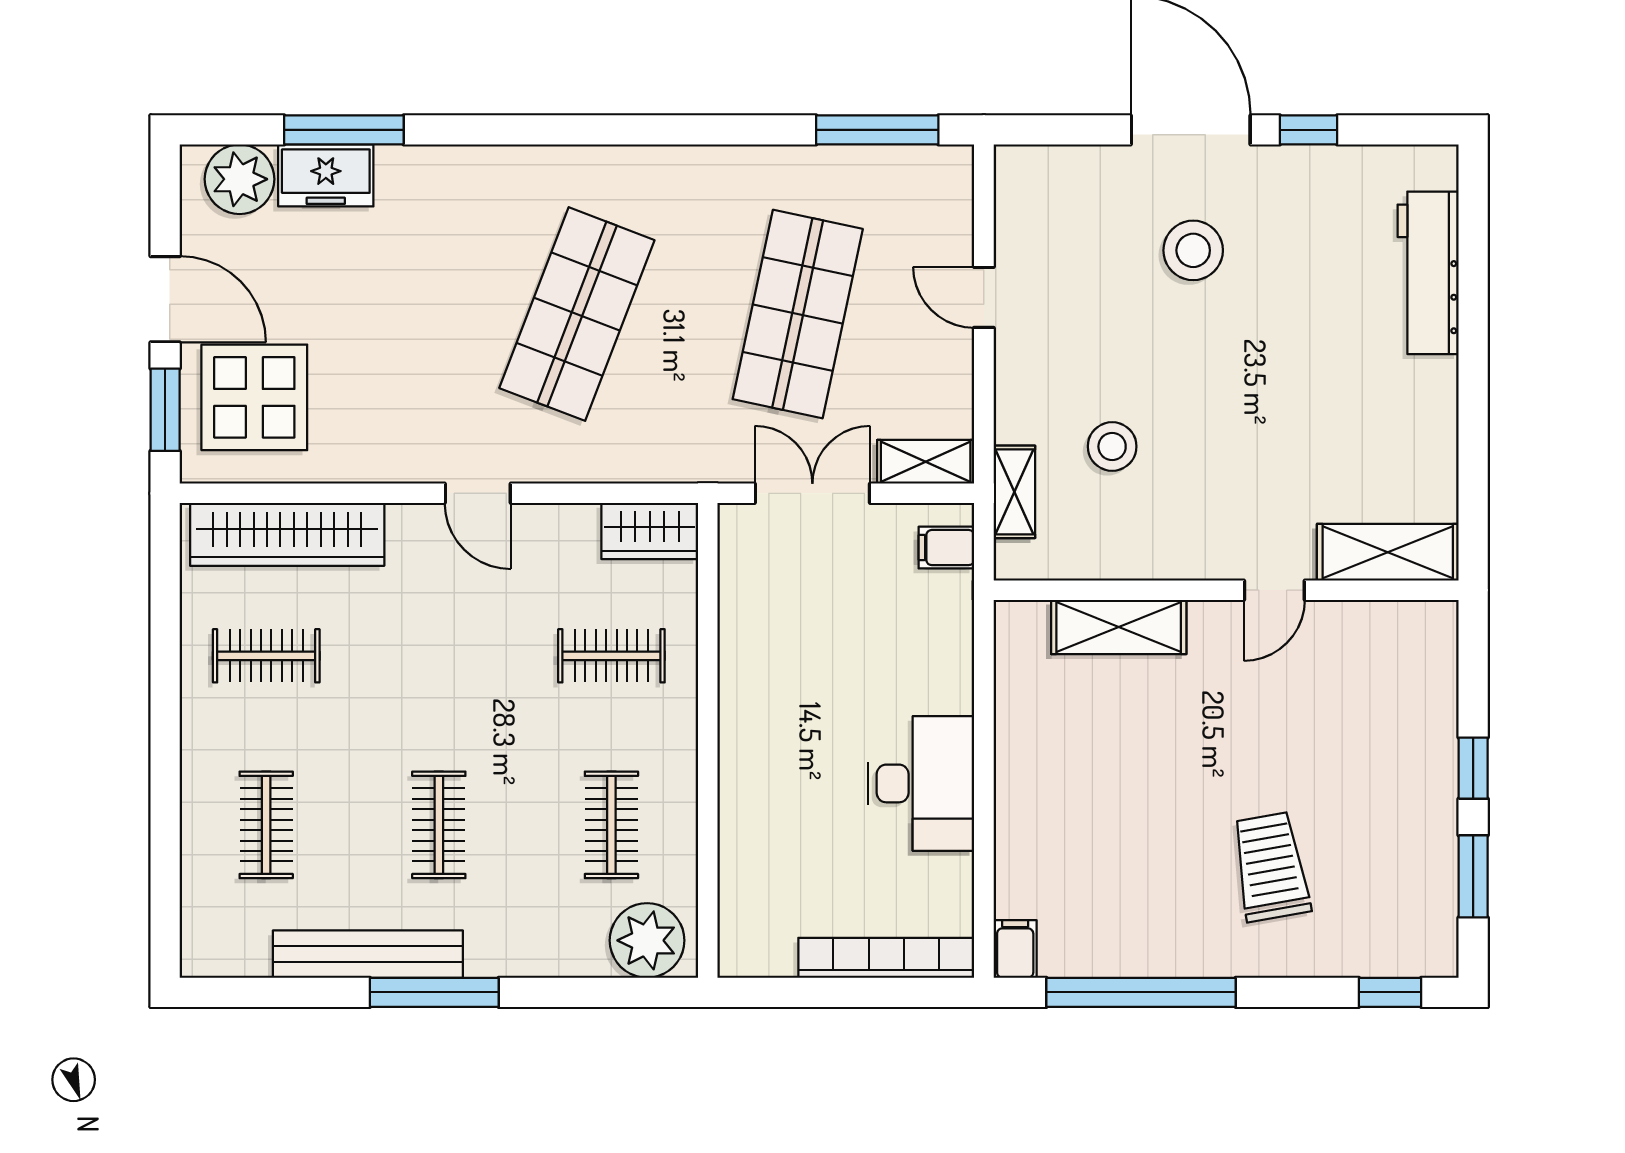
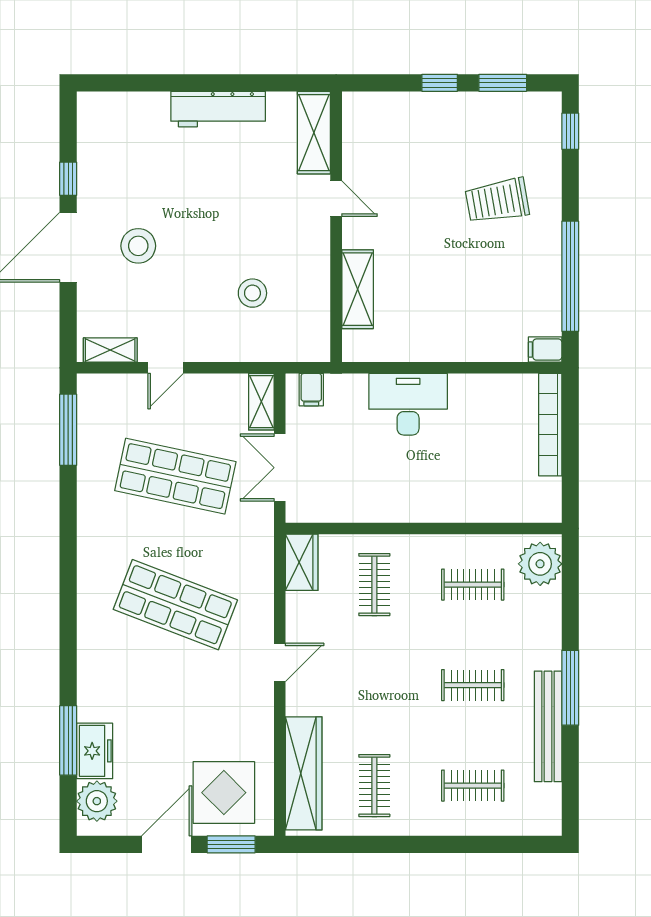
workbench: (1428, 273) -> (218, 109), moved
shelving: (1014, 492) -> (110, 350), moved
desk: (921, 783) -> (408, 404), moved

